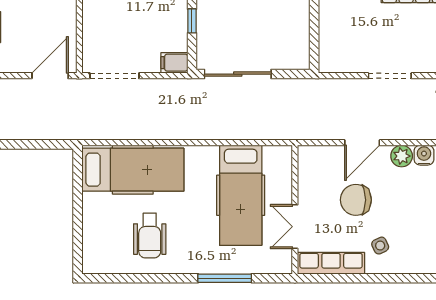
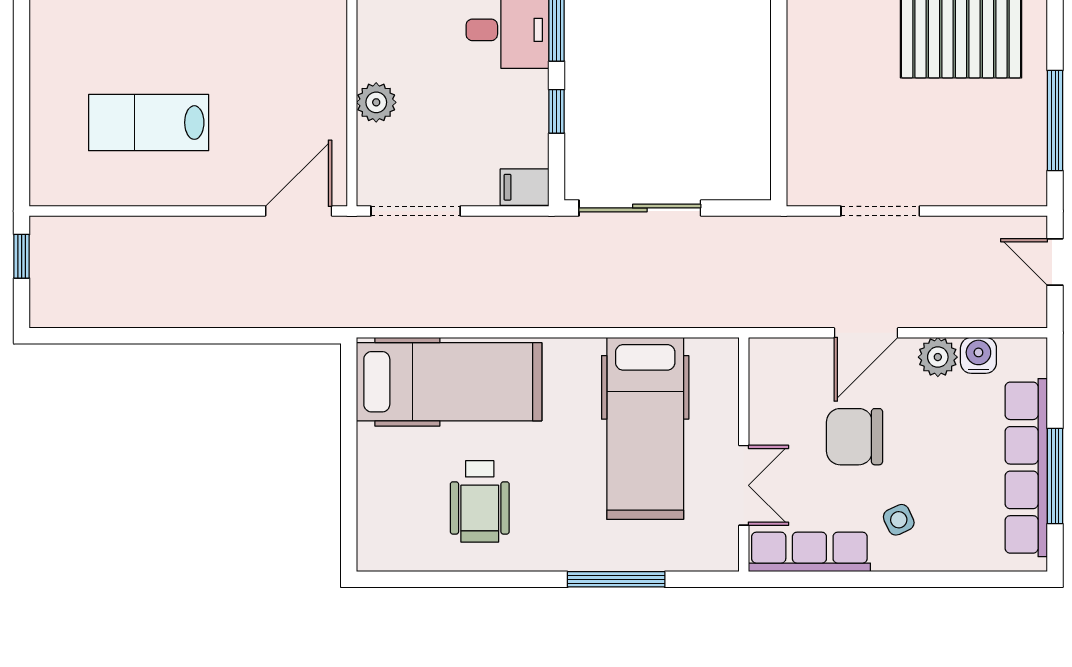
plant: (93, 16) -> (376, 102), added
doorway: (390, 76) -> (880, 211), moved
double door: (295, 227) -> (744, 485), swing flipped

